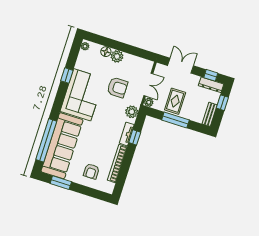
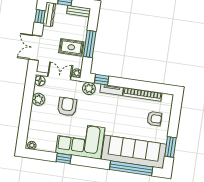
floor lamp: (106, 52) -> (40, 81), moved
plant: (117, 56) -> (38, 99), moved
window: (135, 137) -> (102, 80), moved

